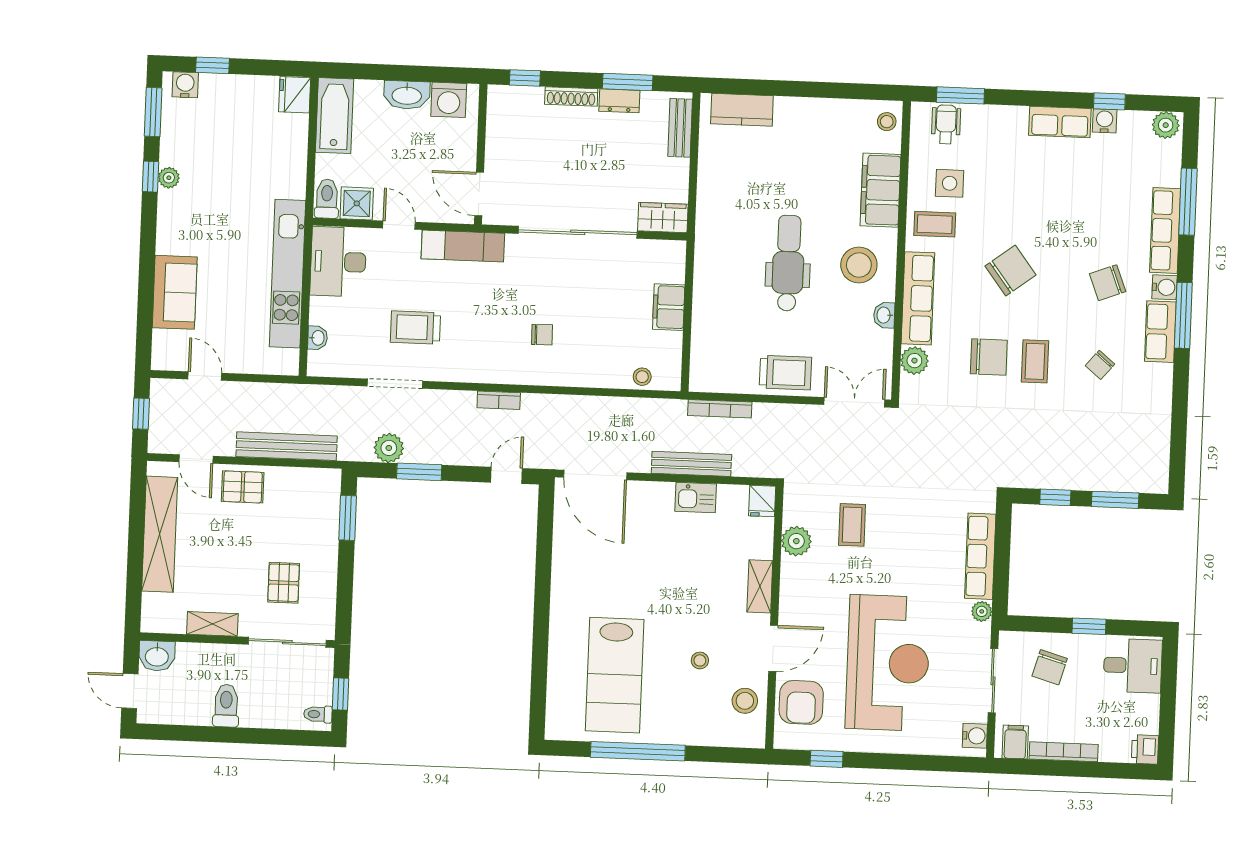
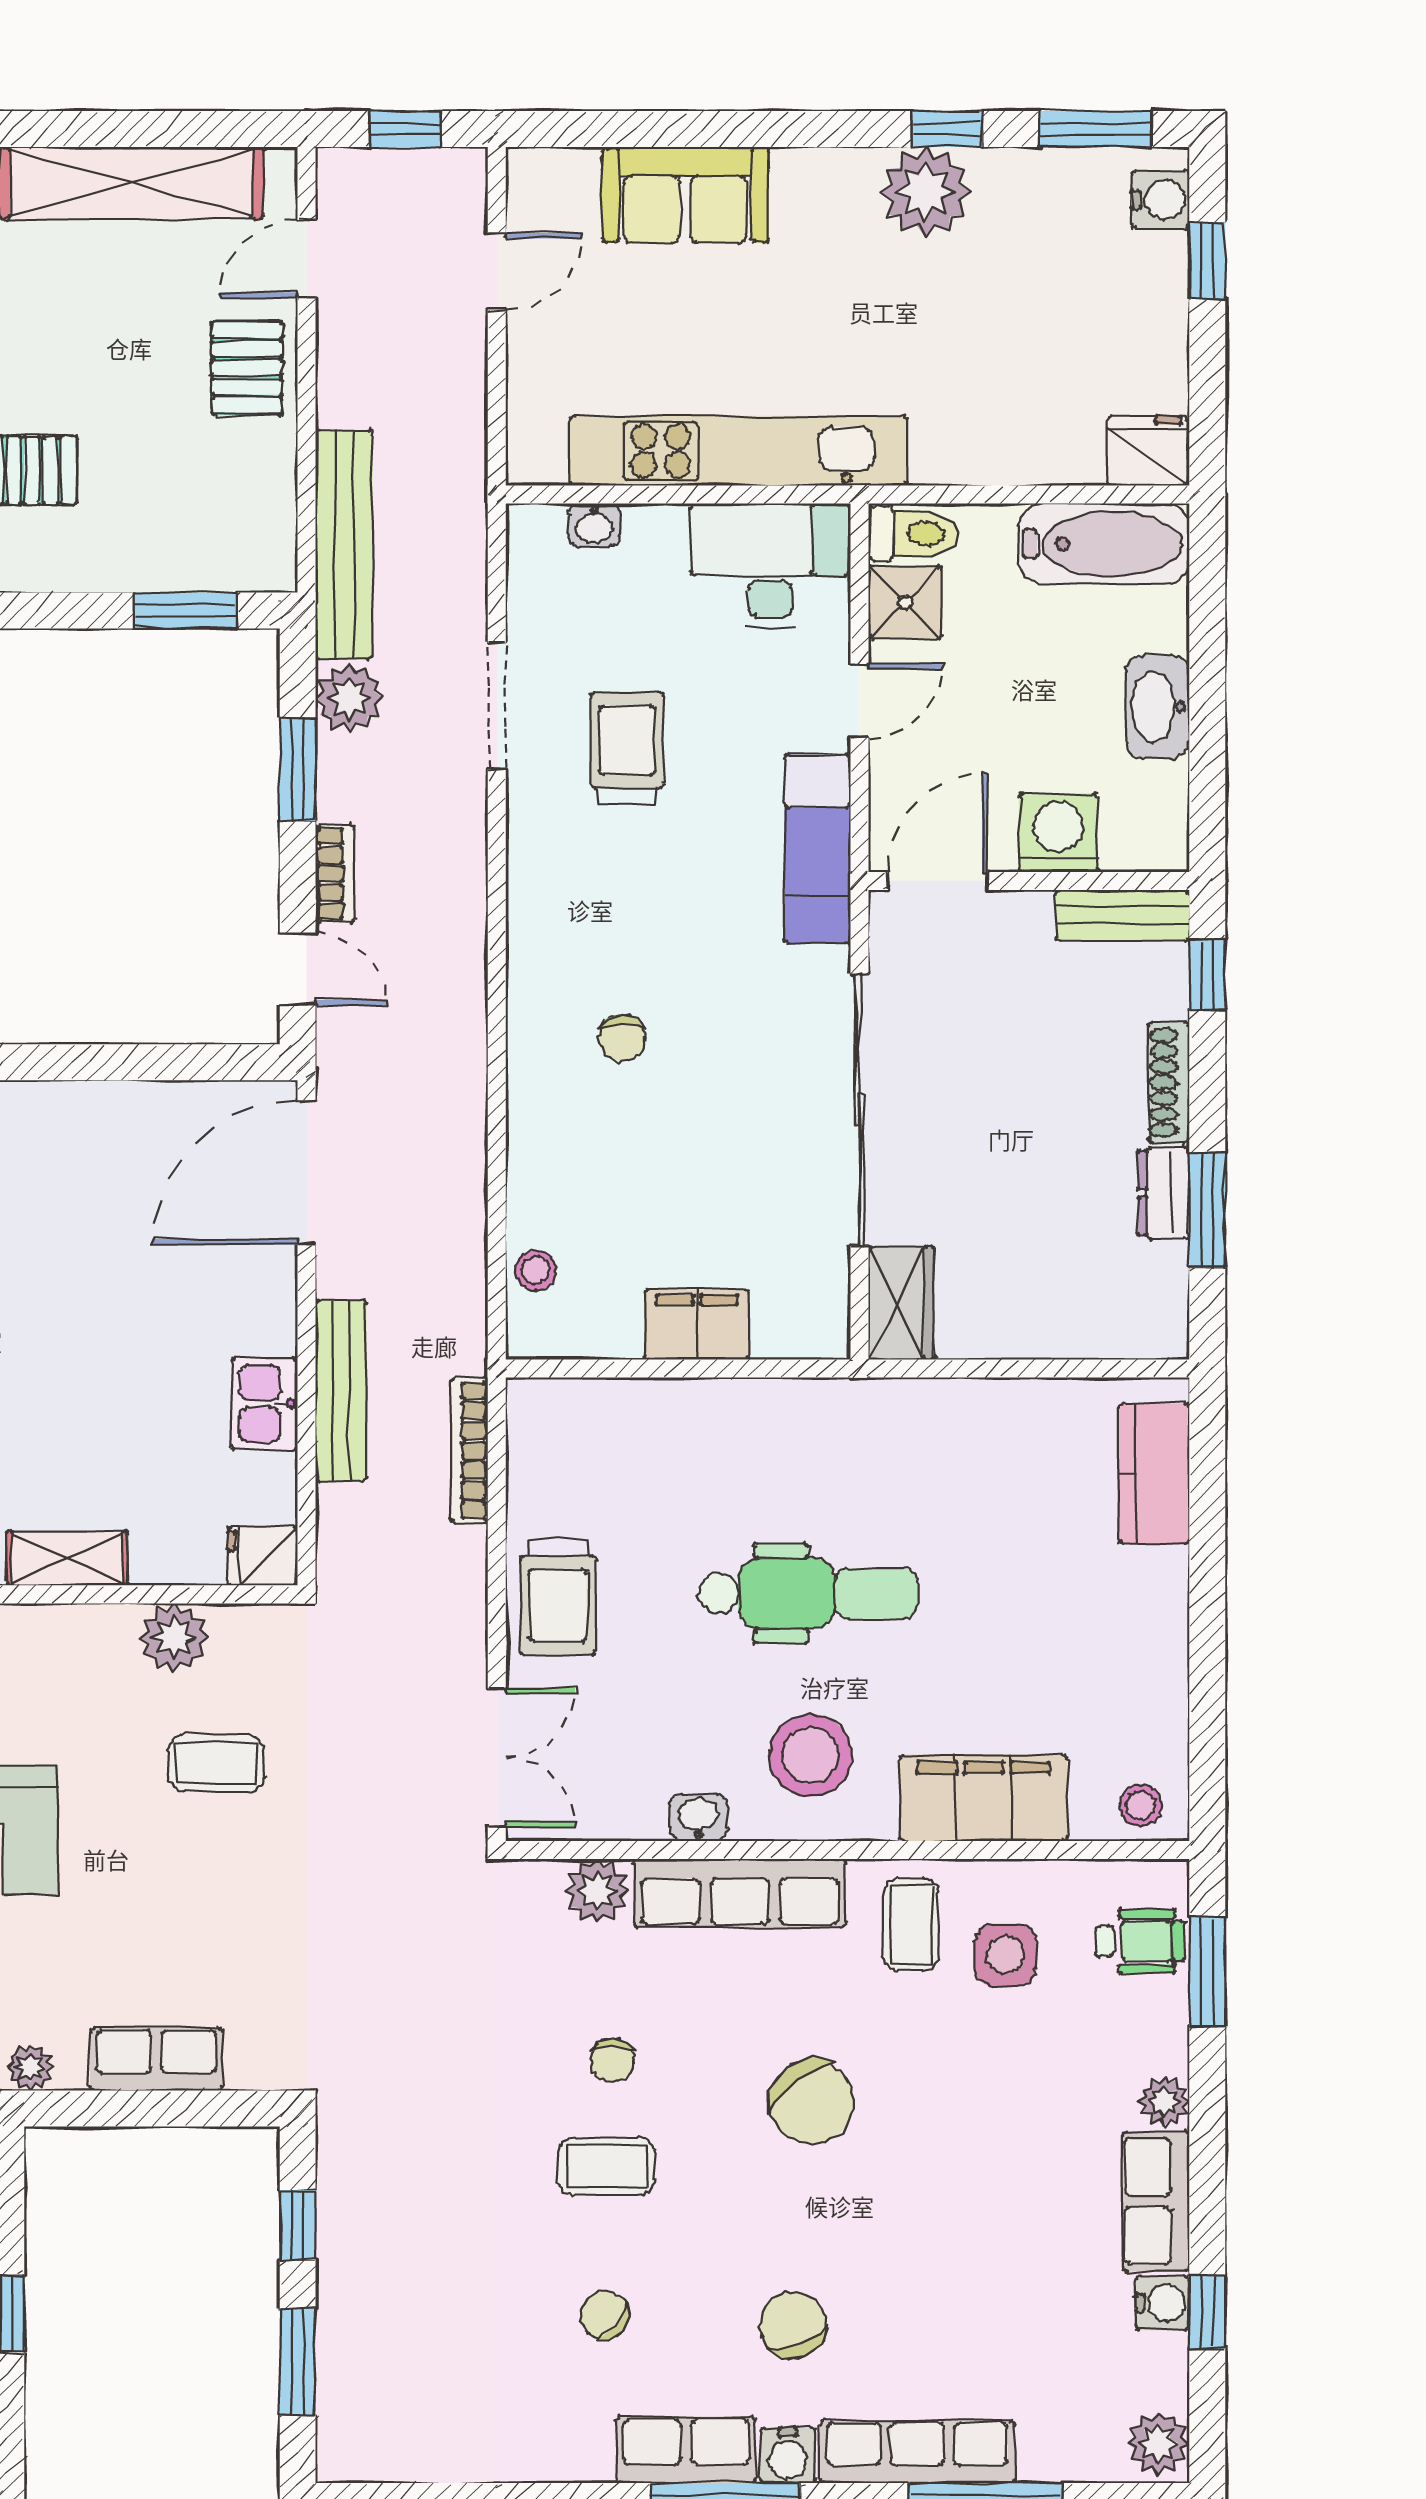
washing machine: (449, 100) -> (1058, 833), moved, turned 90
plant: (1016, 116) -> (1164, 2101), added
bench: (680, 128) -> (1123, 915), moved
plant: (169, 178) -> (925, 192), width x1.87, depth x1.87
chair: (989, 357) -> (612, 2060), width x0.54, depth x0.54
bookcase: (499, 400) -> (335, 874), moved, turned 180
bench: (287, 446) -> (344, 545), moved
row of seats: (980, 556) -> (156, 2059), width x0.68

